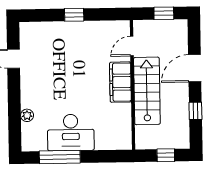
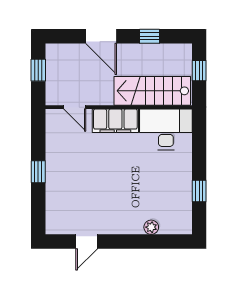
stairs: (147, 91) -> (152, 91), moved
desk: (71, 132) -> (166, 129), moved, turned -90
window: (60, 157) -> (199, 191), width x0.46

